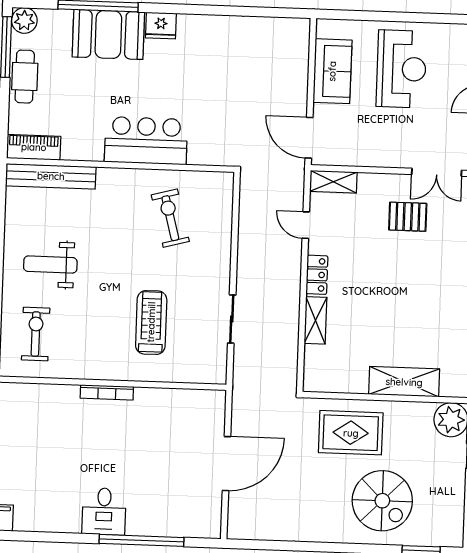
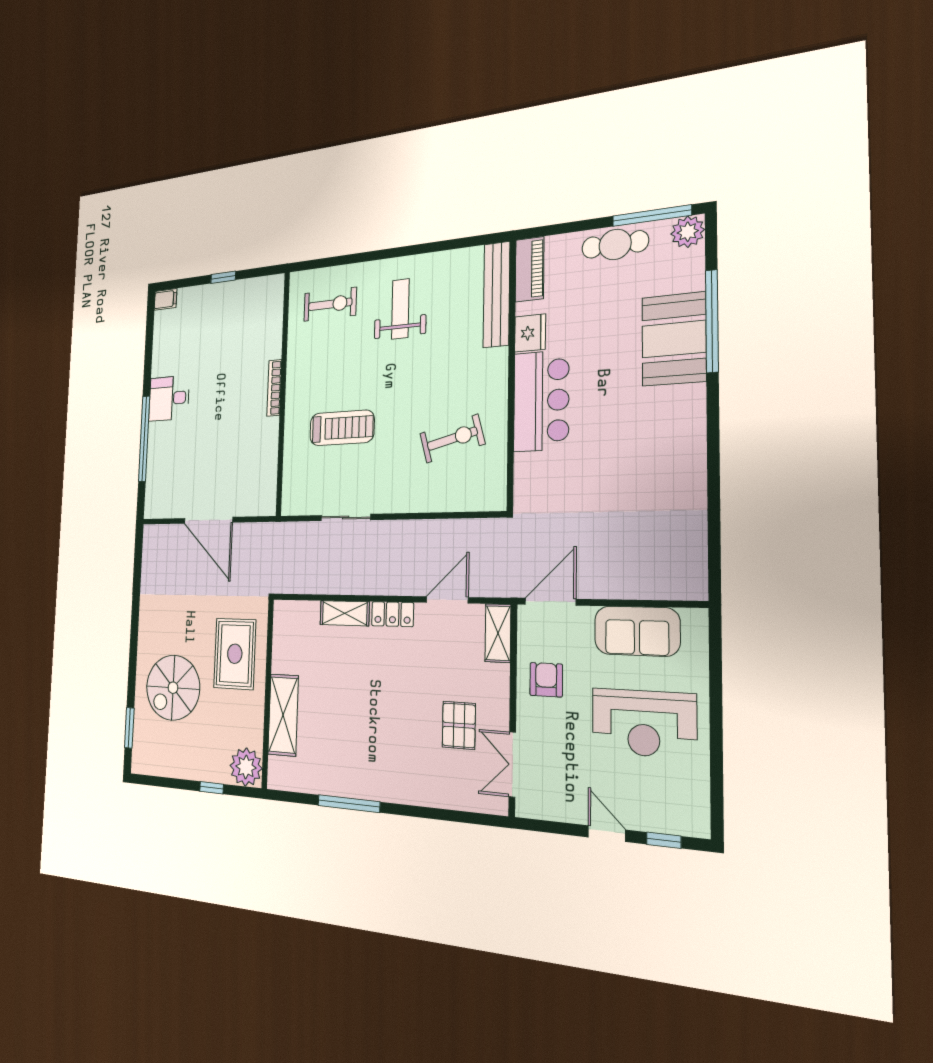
fridge: (161, 26) -> (530, 333), moved, turned 180
armchair: (370, 143) -> (546, 680), added
door: (306, 225) -> (447, 600), width x1.38

